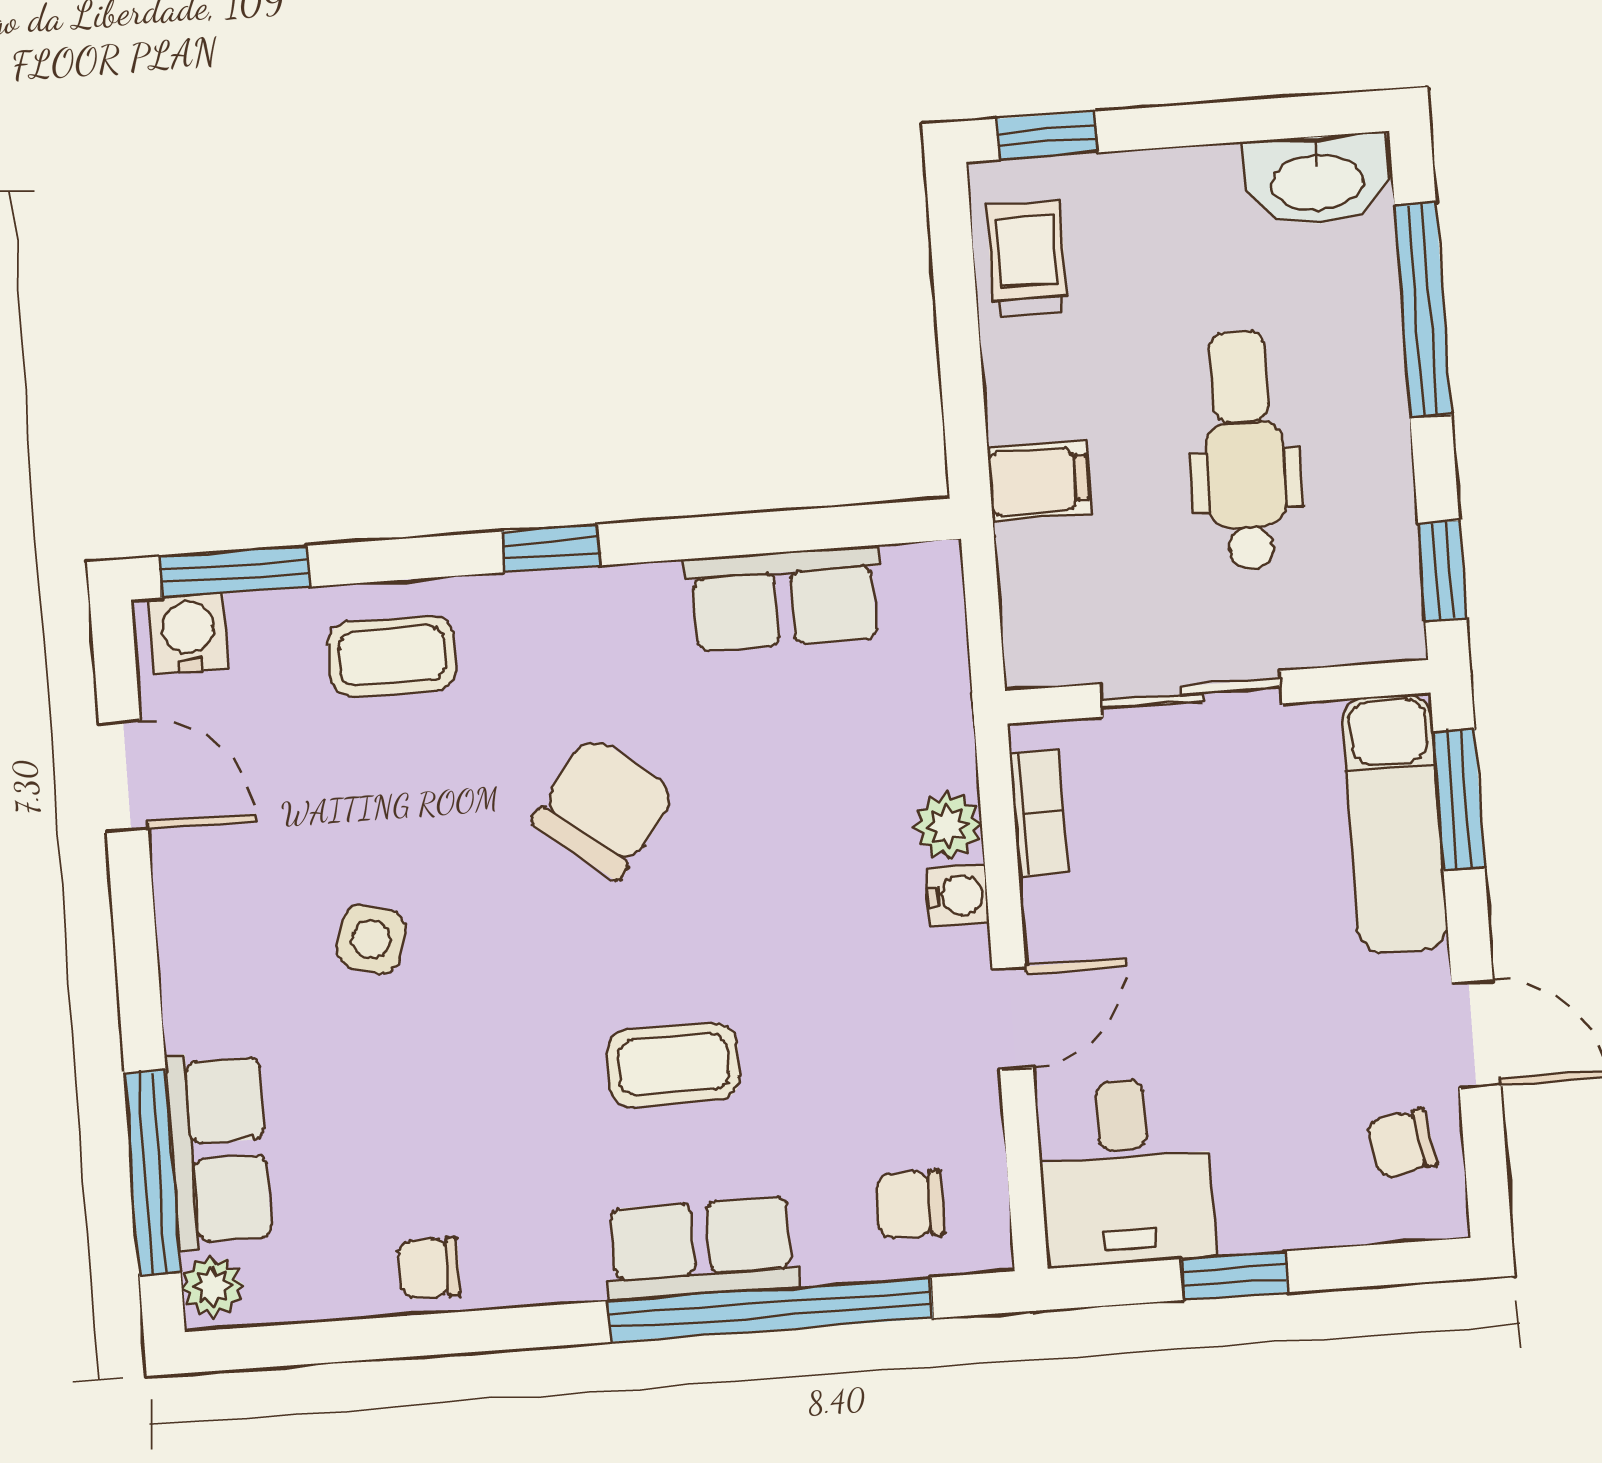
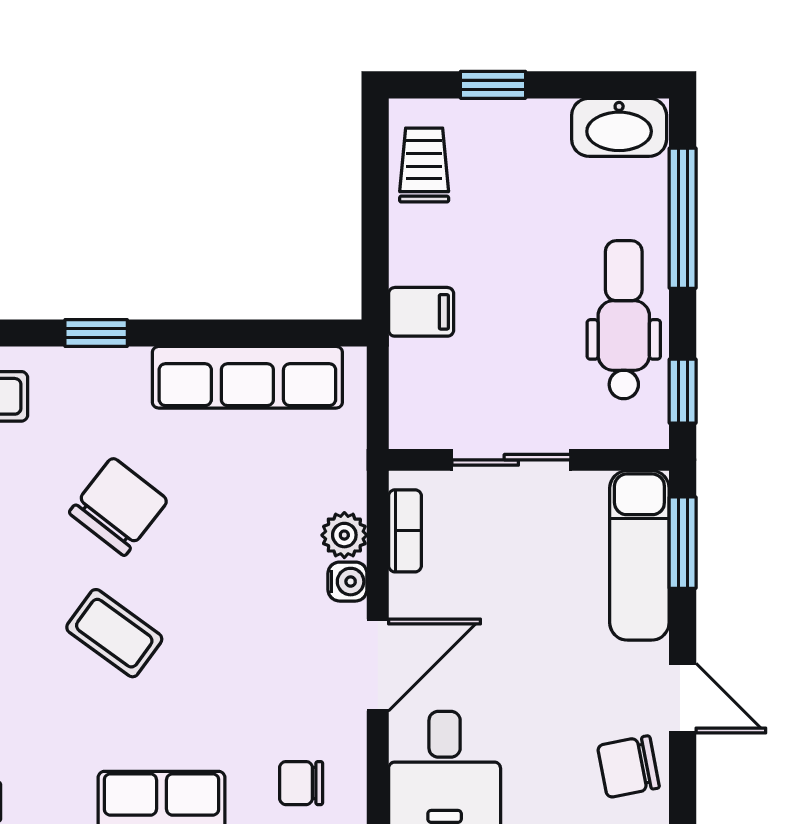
window: (1047, 136) -> (493, 85), moved
dental chair: (1244, 450) -> (624, 320), moved
row of seats: (784, 598) -> (247, 377), width x1.48
door: (1013, 1018) -> (378, 665), width x1.37
coffee table: (674, 1065) -> (114, 633), moved, turned 36
chair: (1402, 1144) -> (628, 767), width x1.37, depth x1.37

